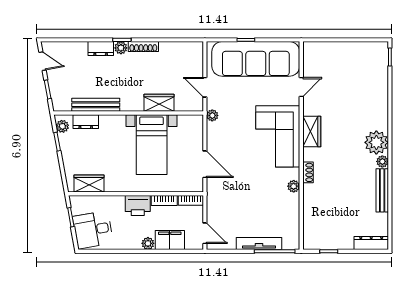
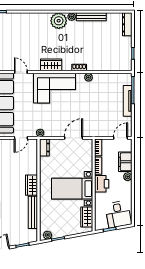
wardrobe: (159, 103) -> (32, 185), moved
dresser: (86, 122) -> (44, 147), moved
bed with nightstands: (152, 145) -> (72, 189), moved, turned 180

